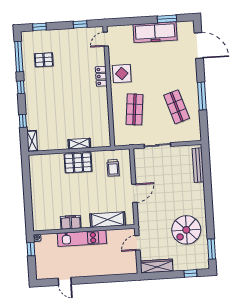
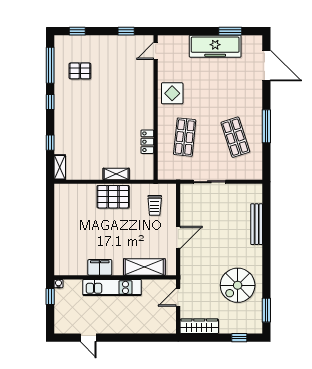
locker: (101, 76) -> (147, 142), moved
bench: (198, 165) -> (257, 224), moved

